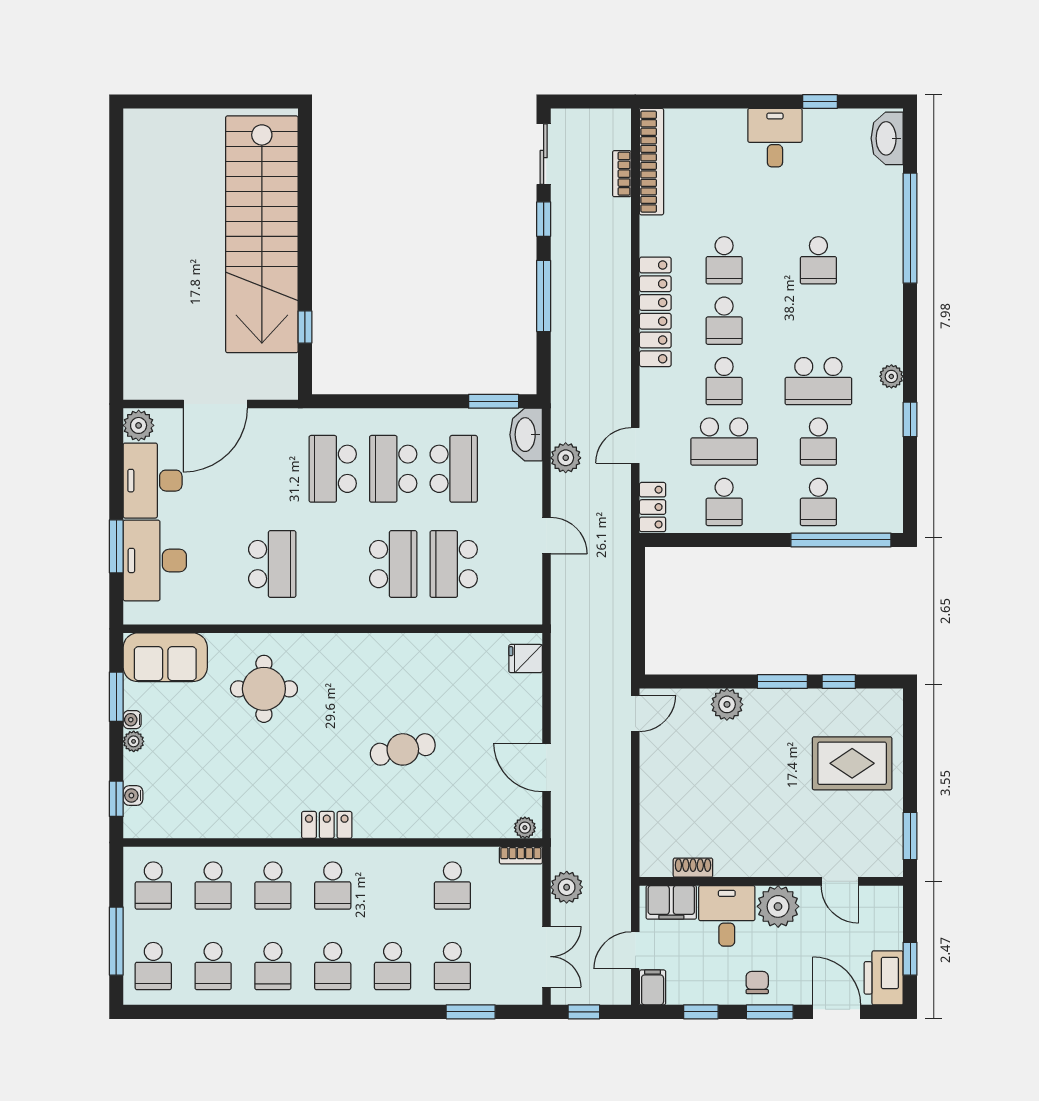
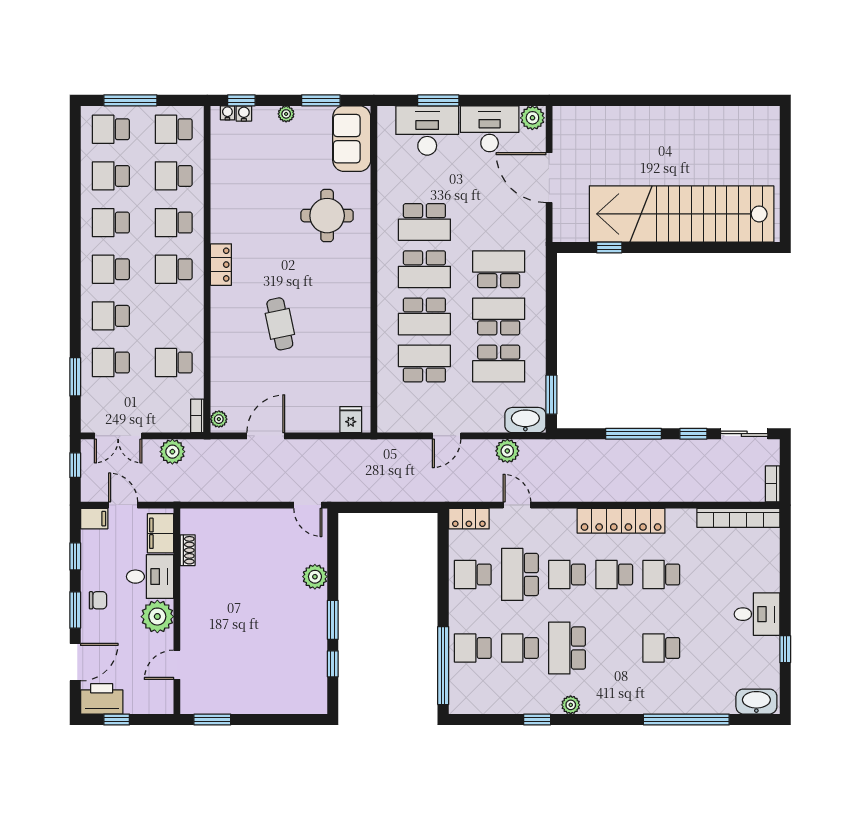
bookcase: (622, 174) -> (773, 484), moved, turned -90
school desk: (333, 564) -> (424, 269), added
water cooler: (132, 720) -> (227, 113), moved
rug: (852, 763) -> (269, 674), removed

